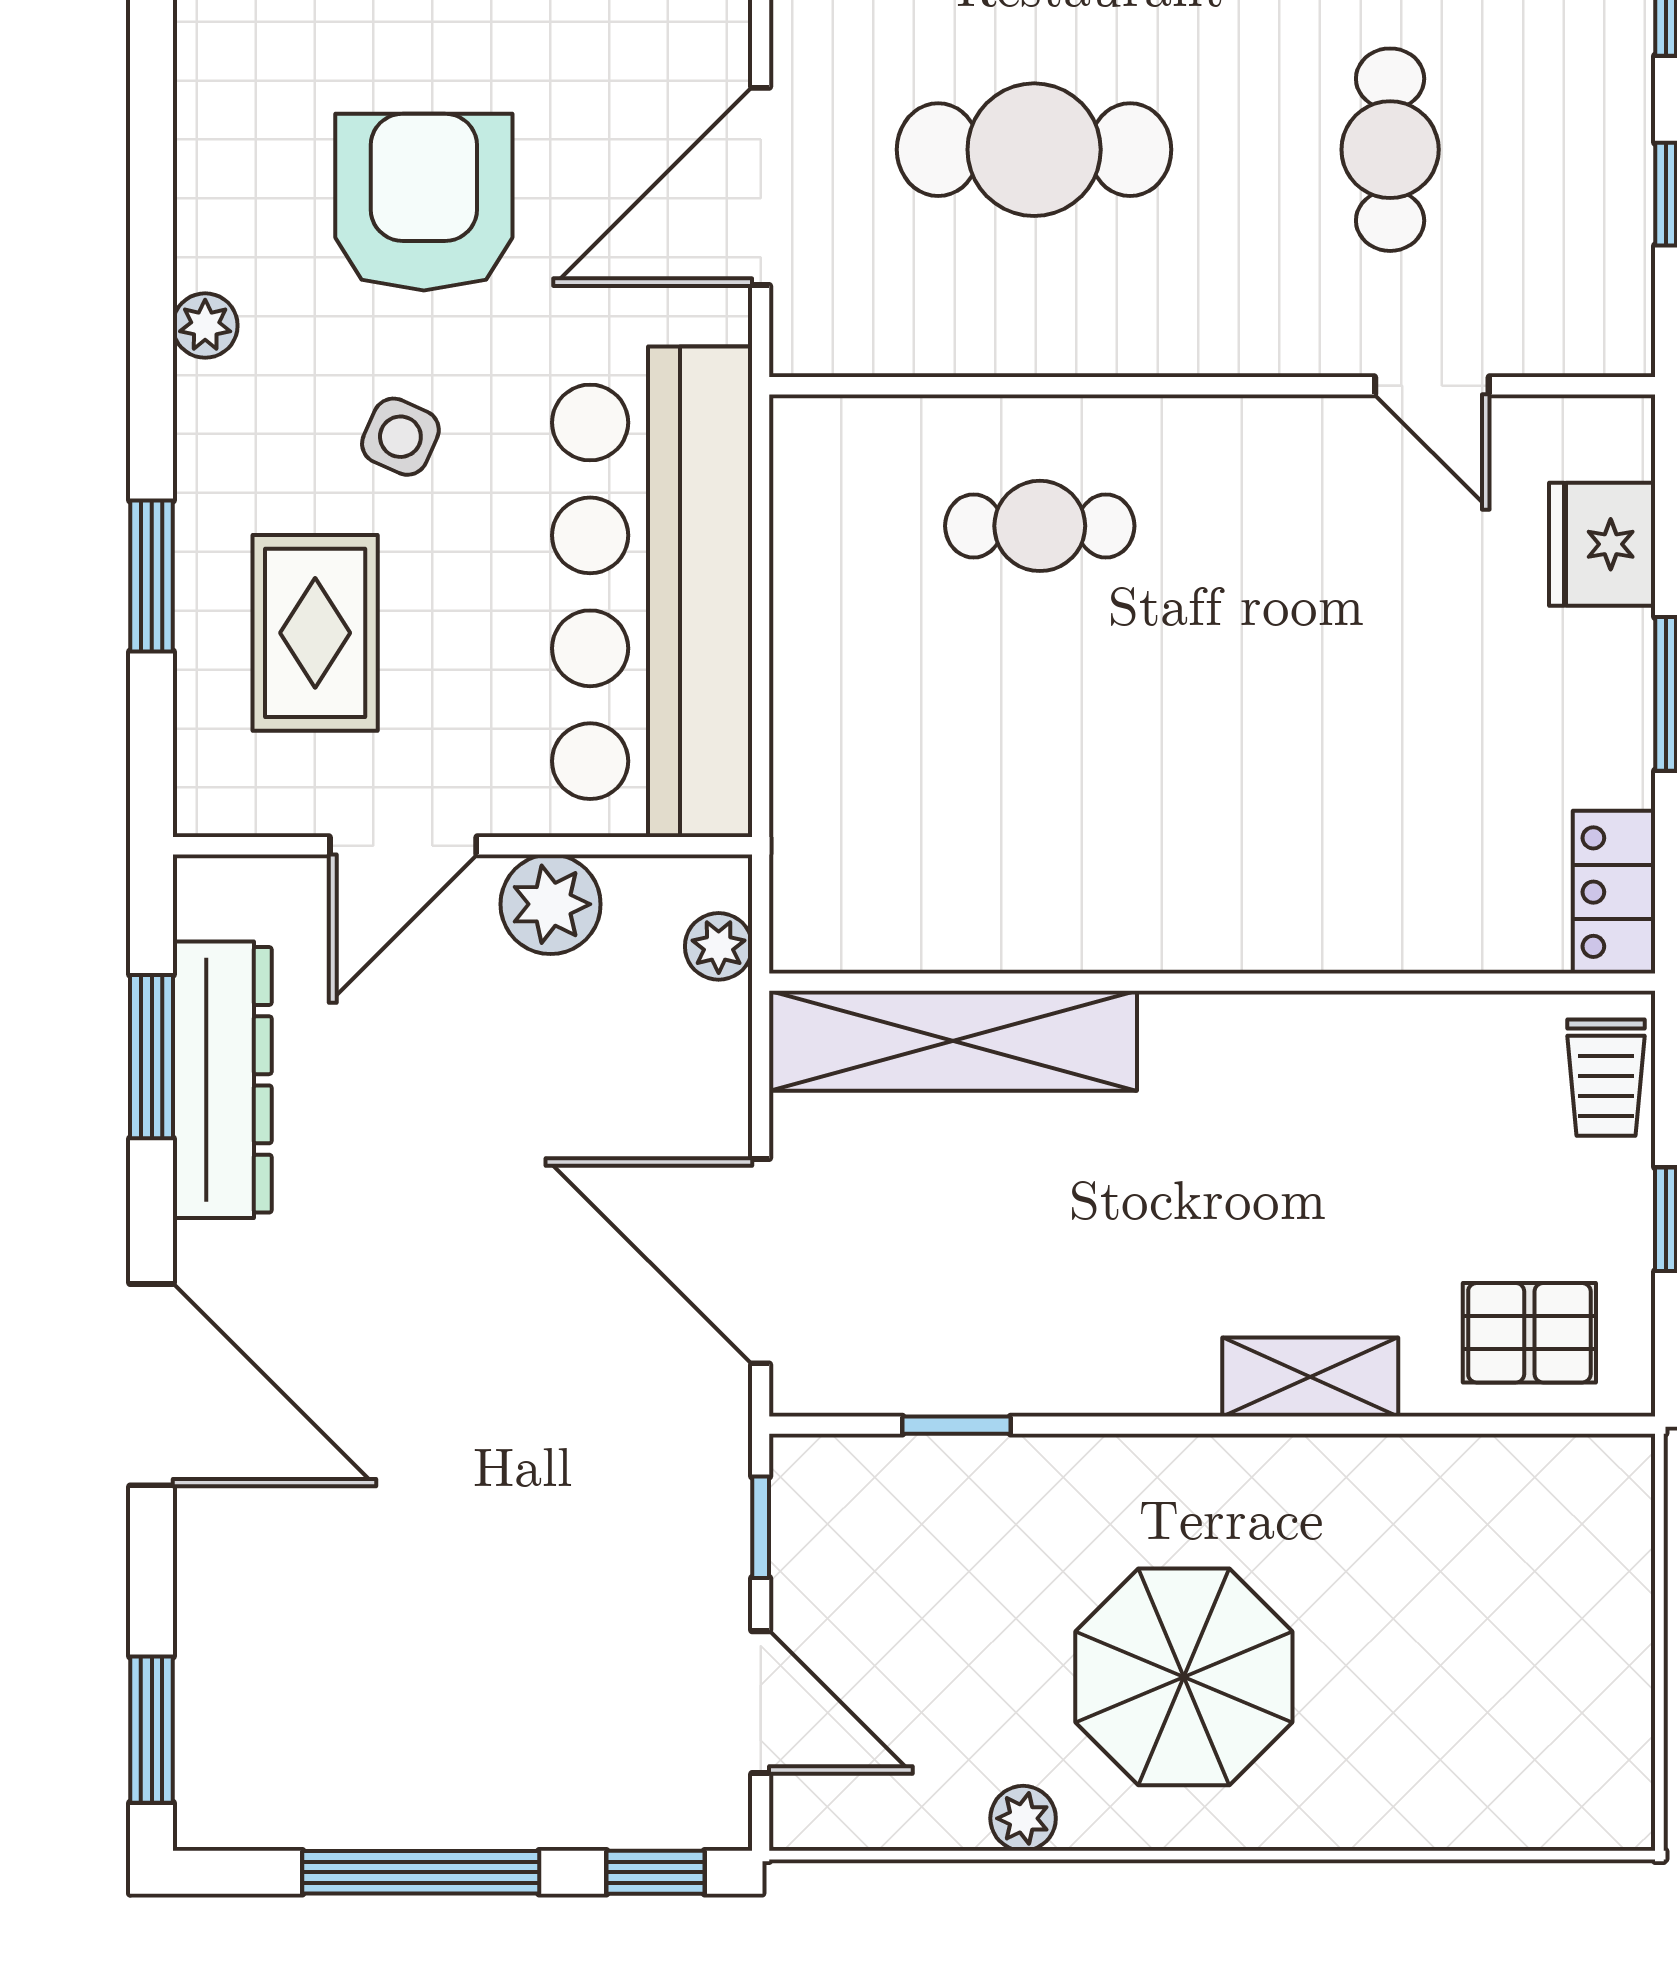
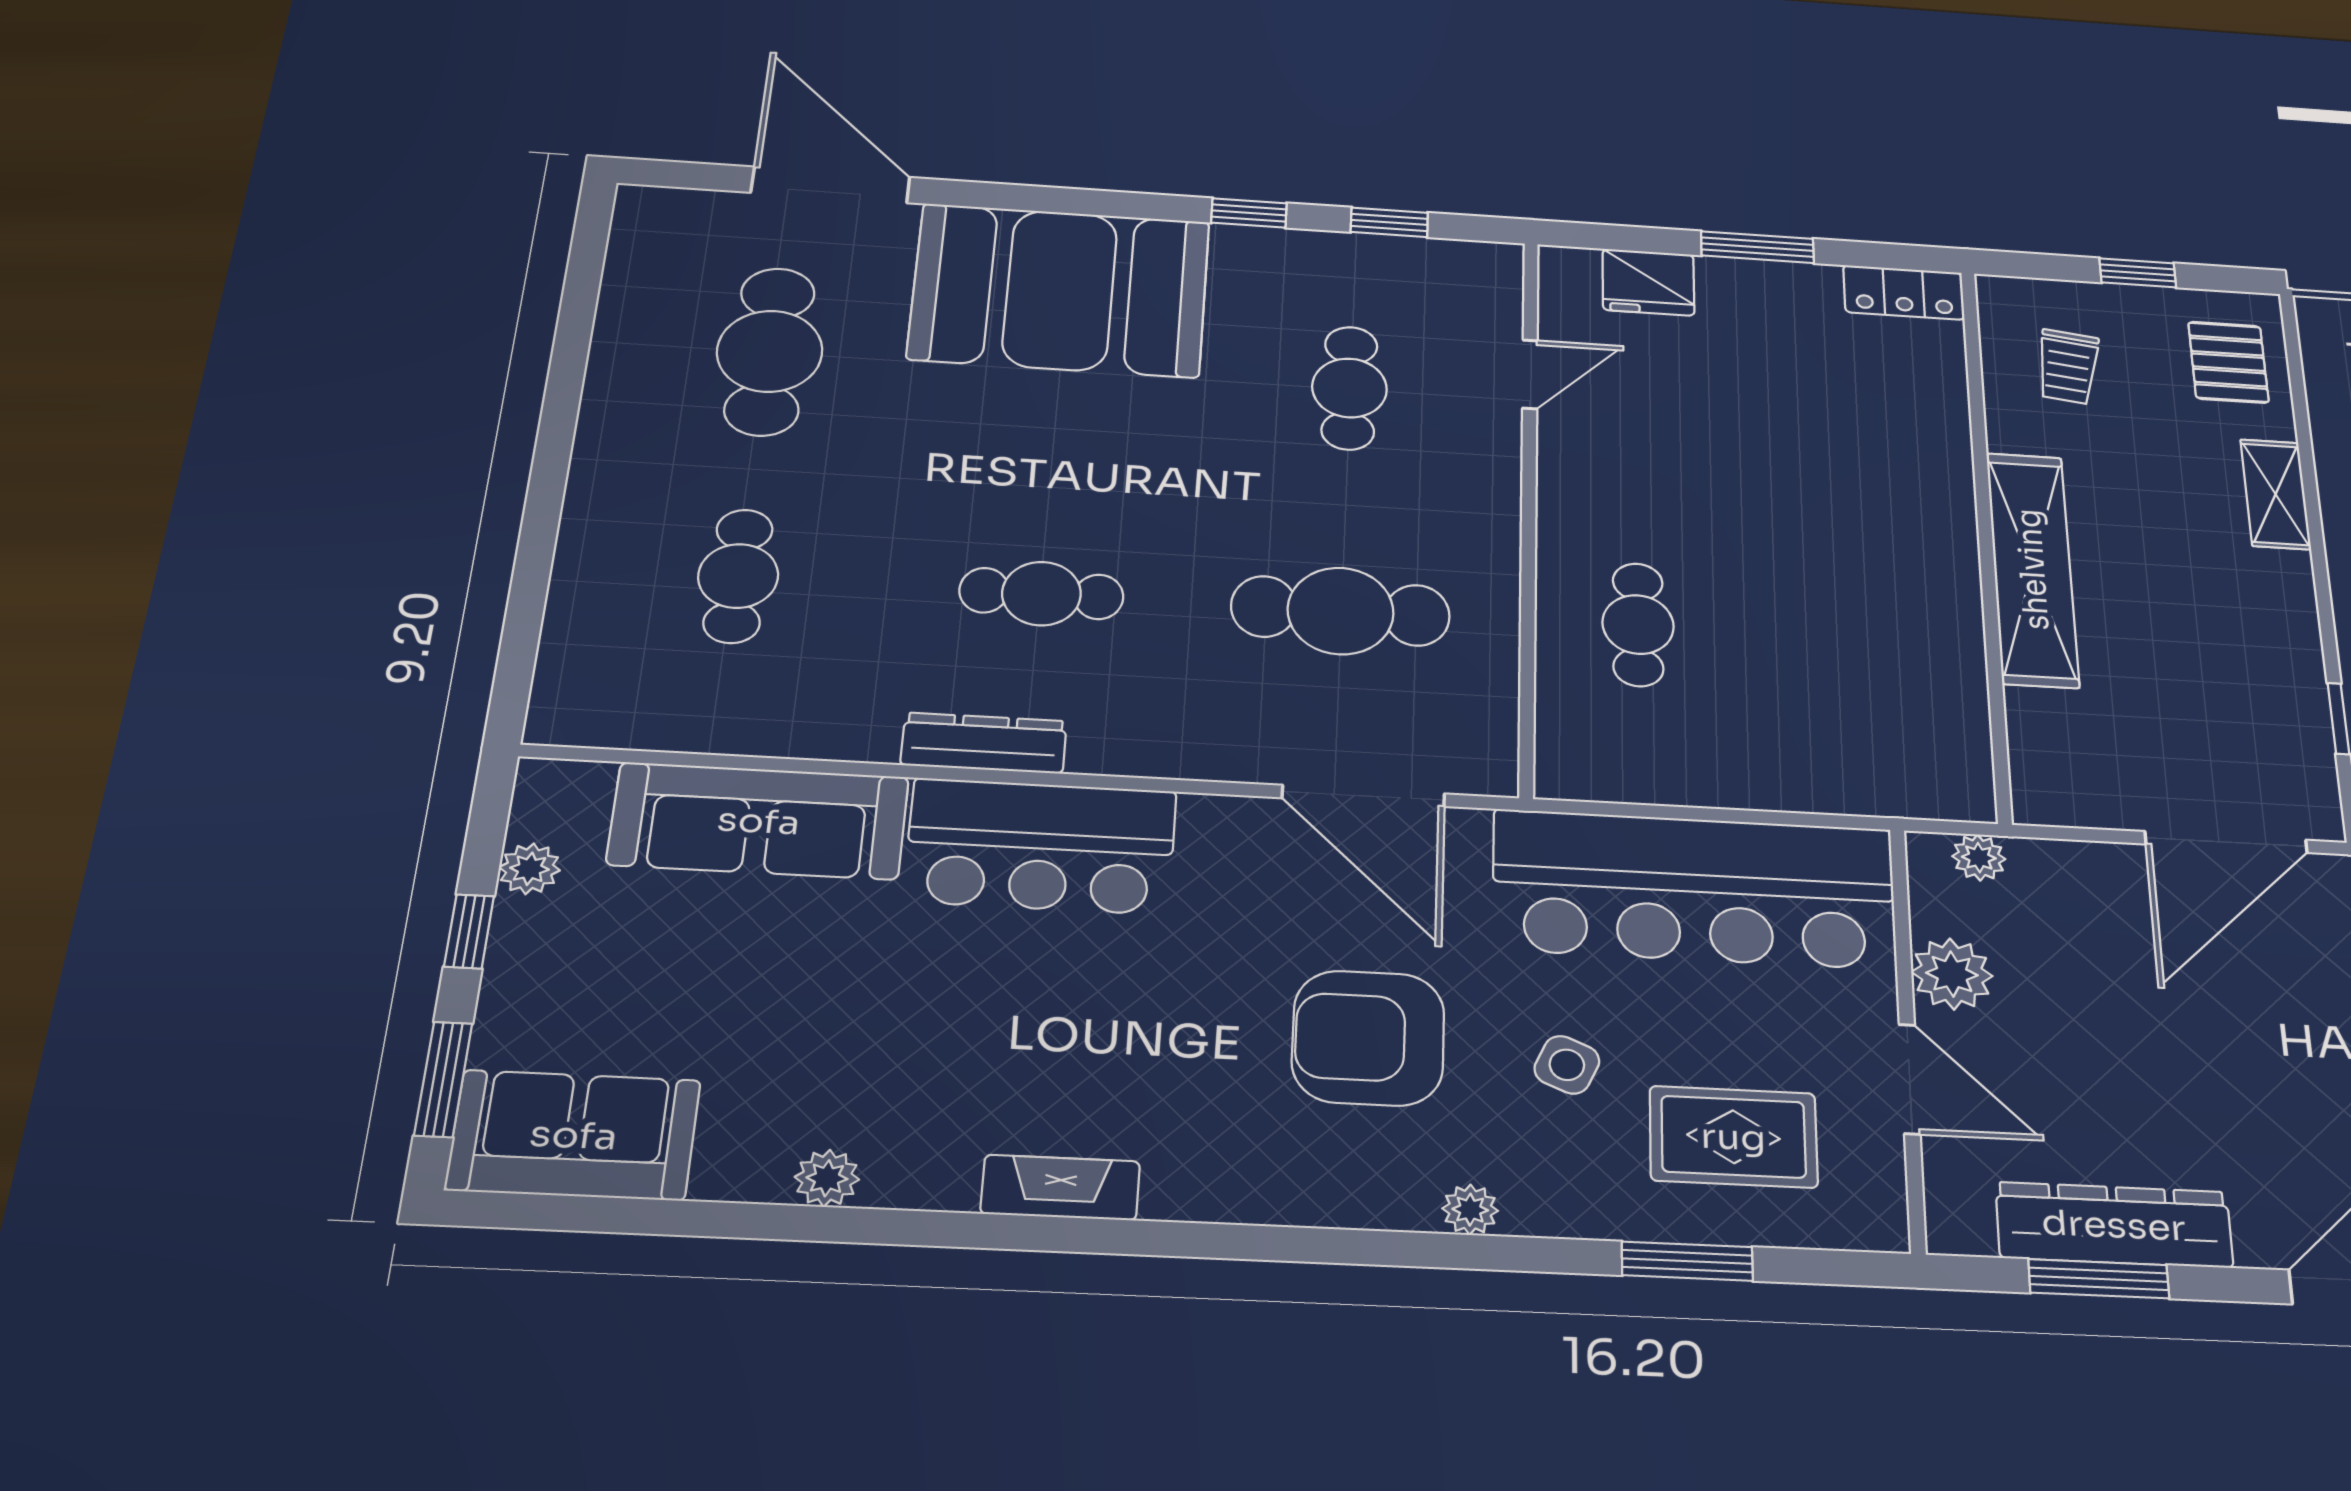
cafe table: (1034, 150) -> (1341, 611), turned 90
cafe table: (1390, 150) -> (1349, 388), turned 90
shelving: (953, 1041) -> (2032, 569), moved
trolley: (1606, 1078) -> (2068, 367), moved, turned 98

